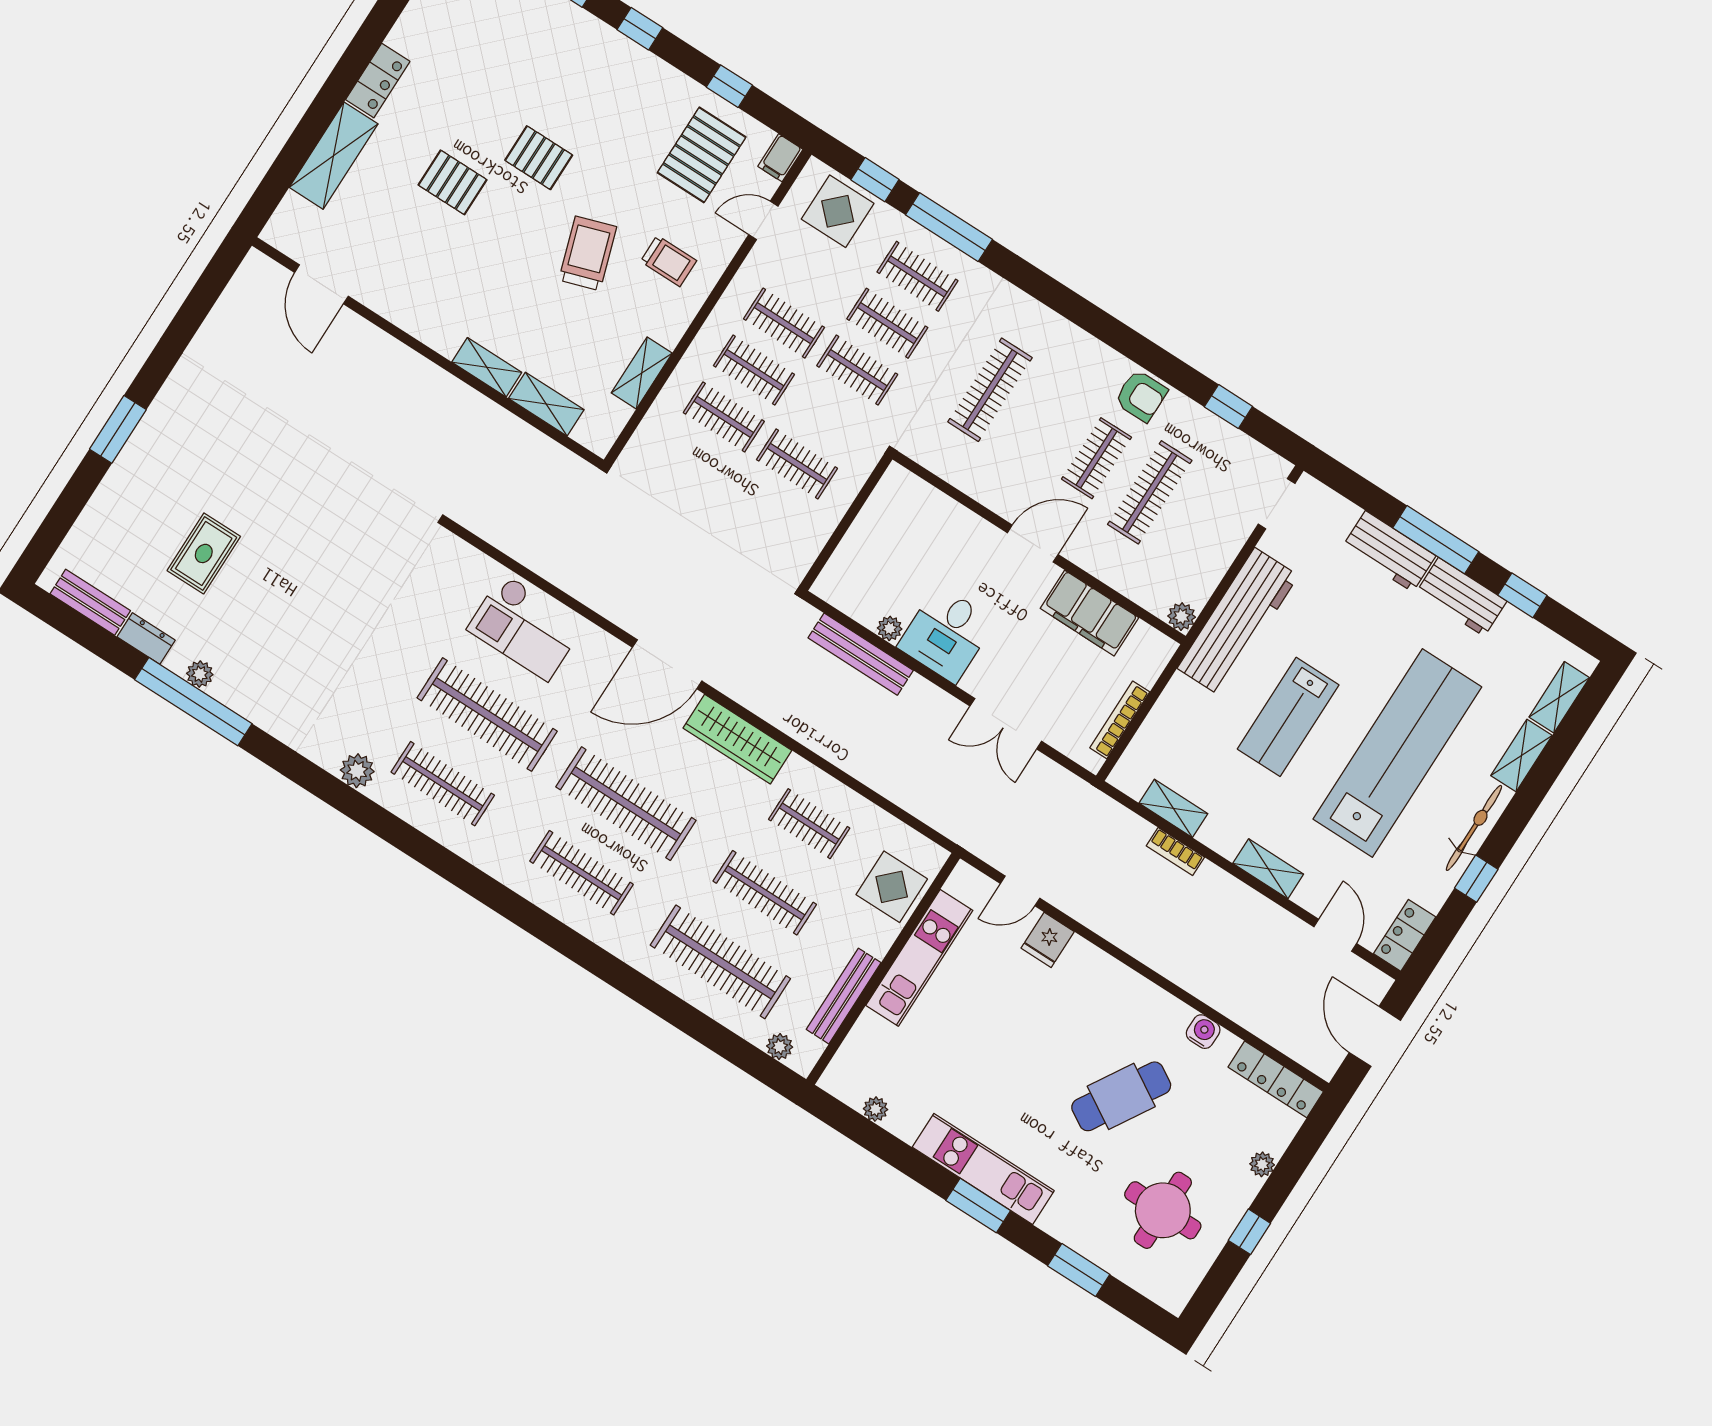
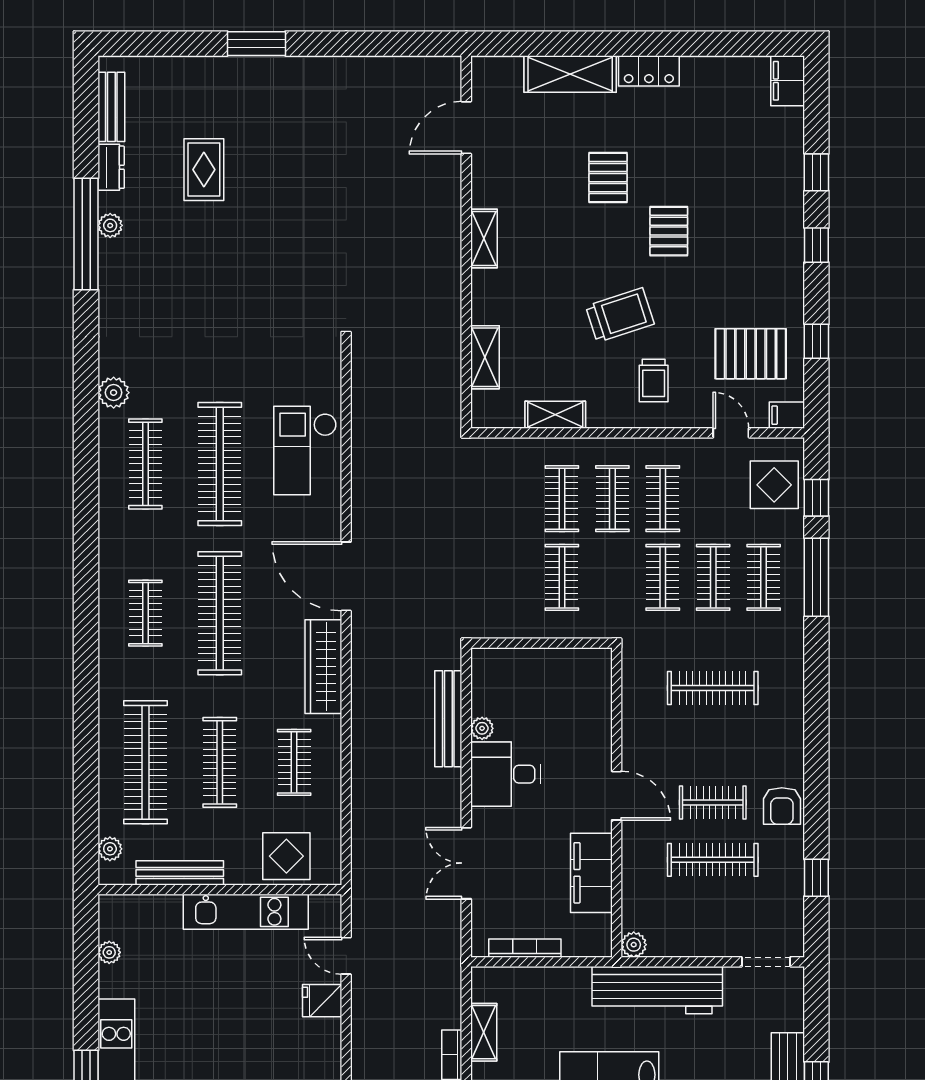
shelving: (487, 367) -> (484, 238), moved
rug: (204, 553) -> (204, 170), turned 90
clothes rail: (582, 873) -> (145, 613), width x0.73

